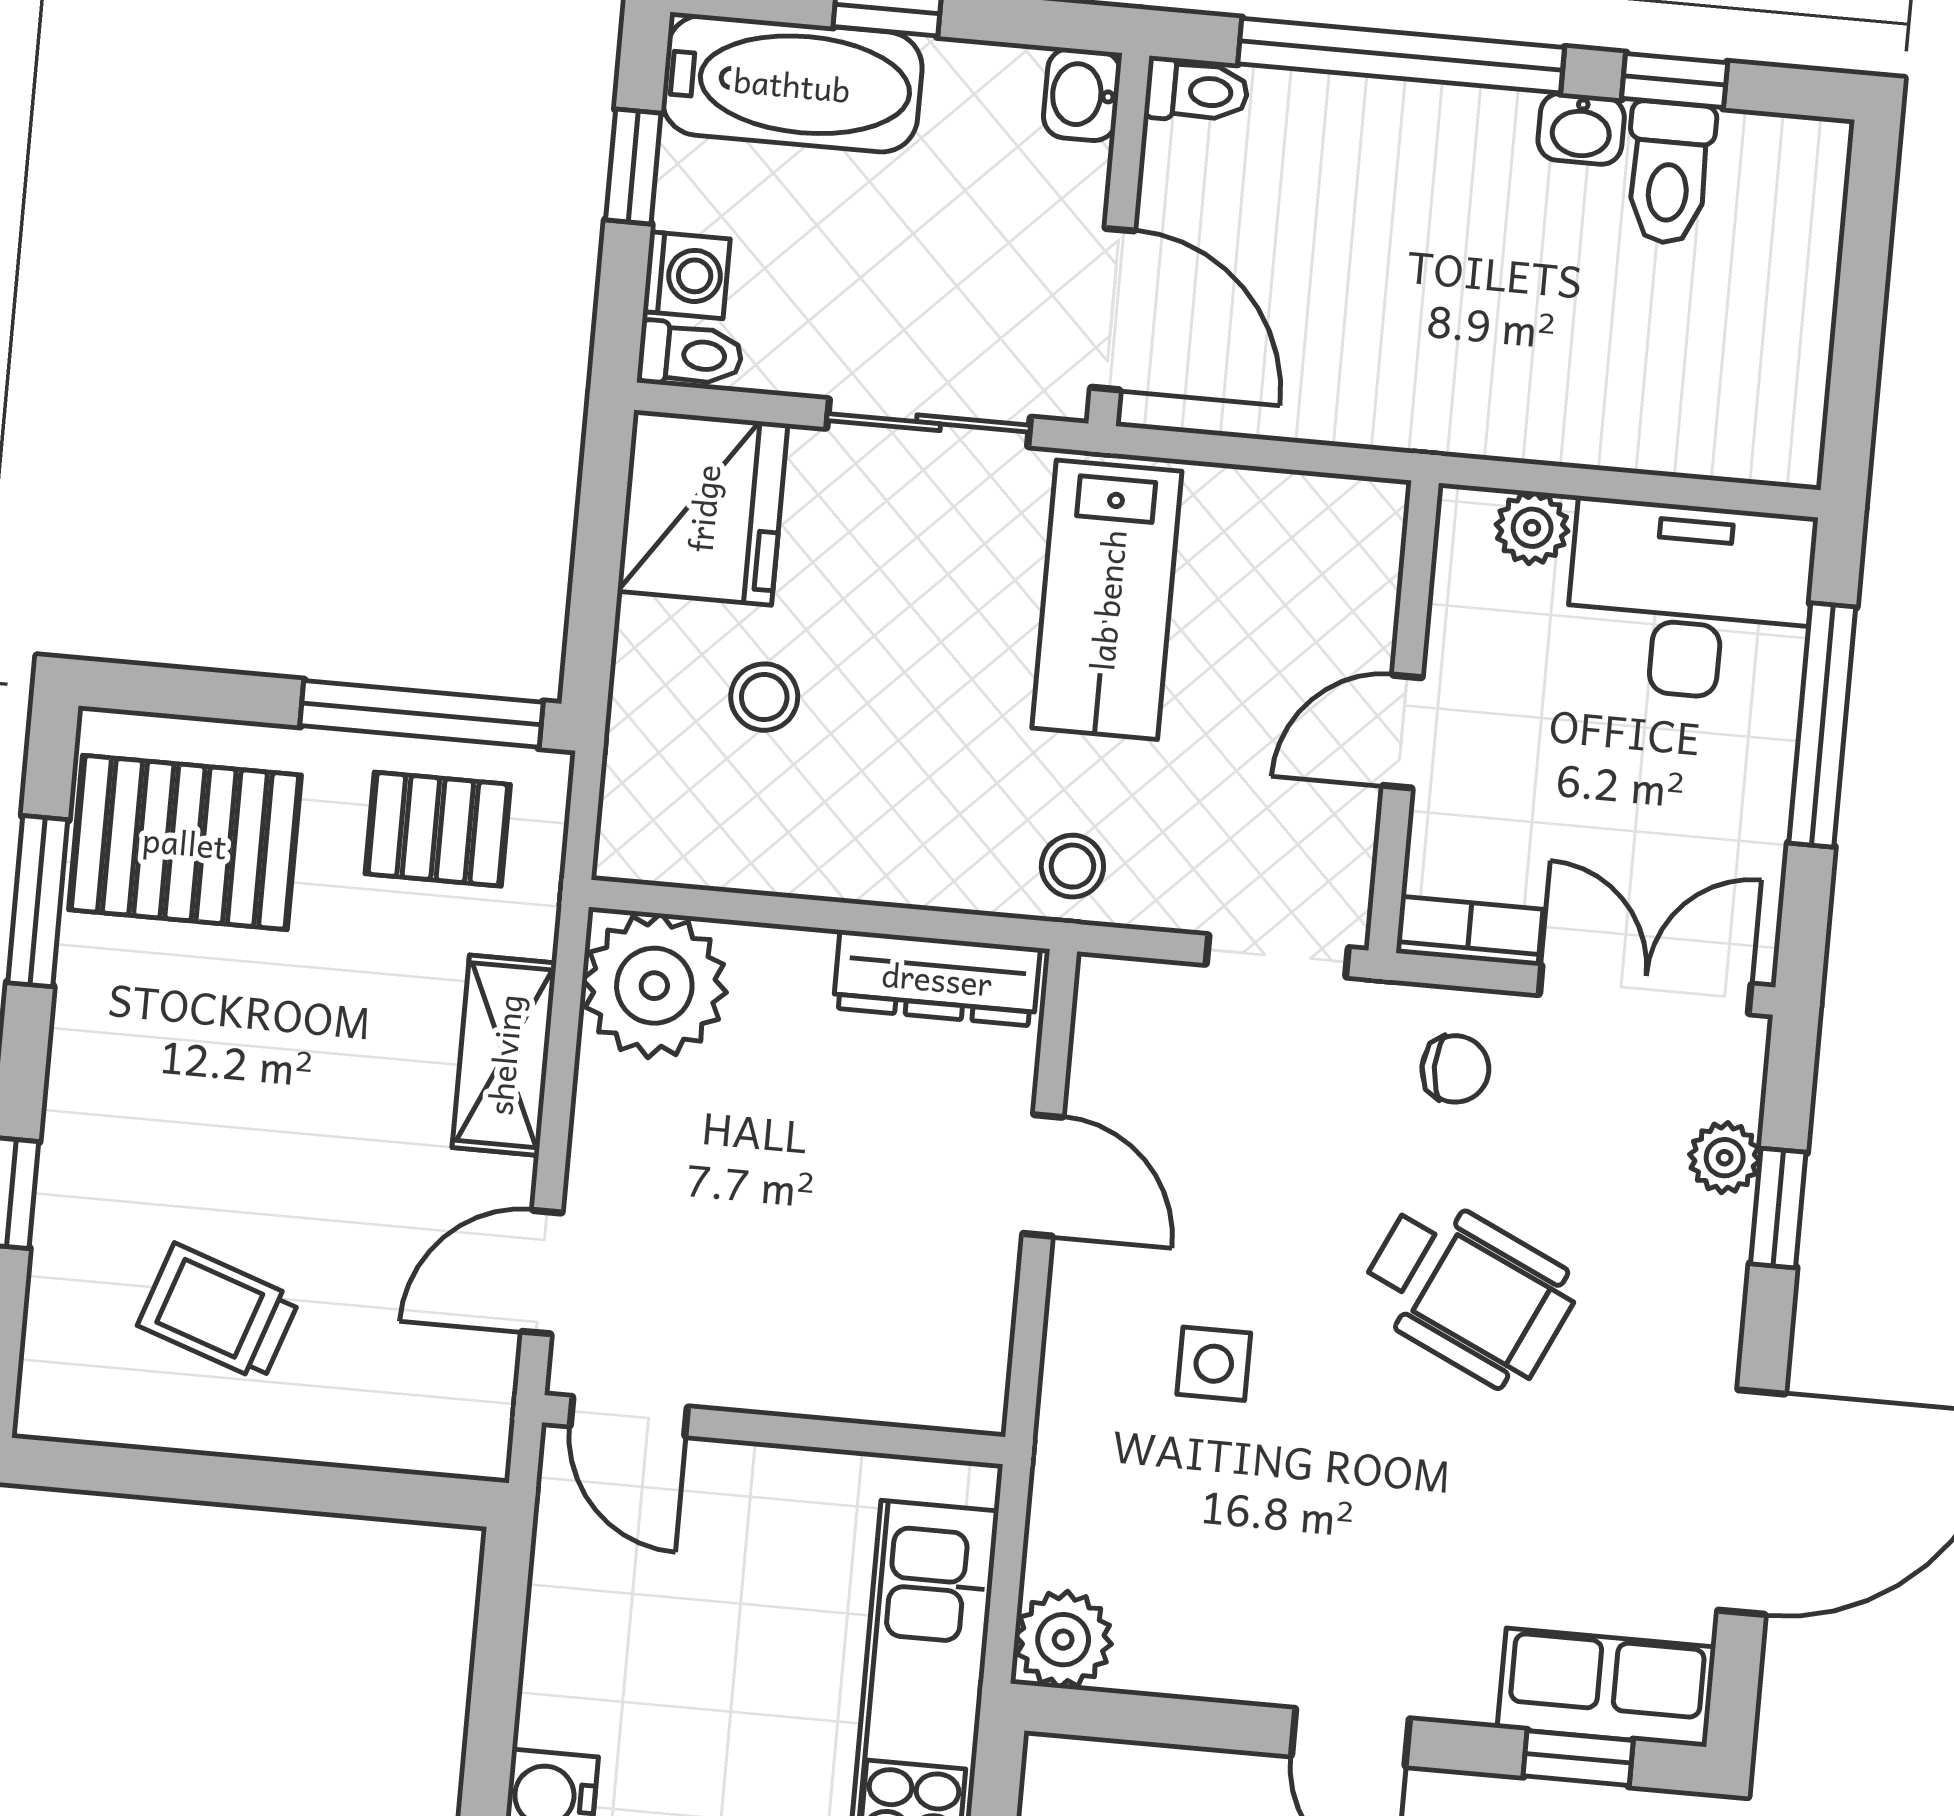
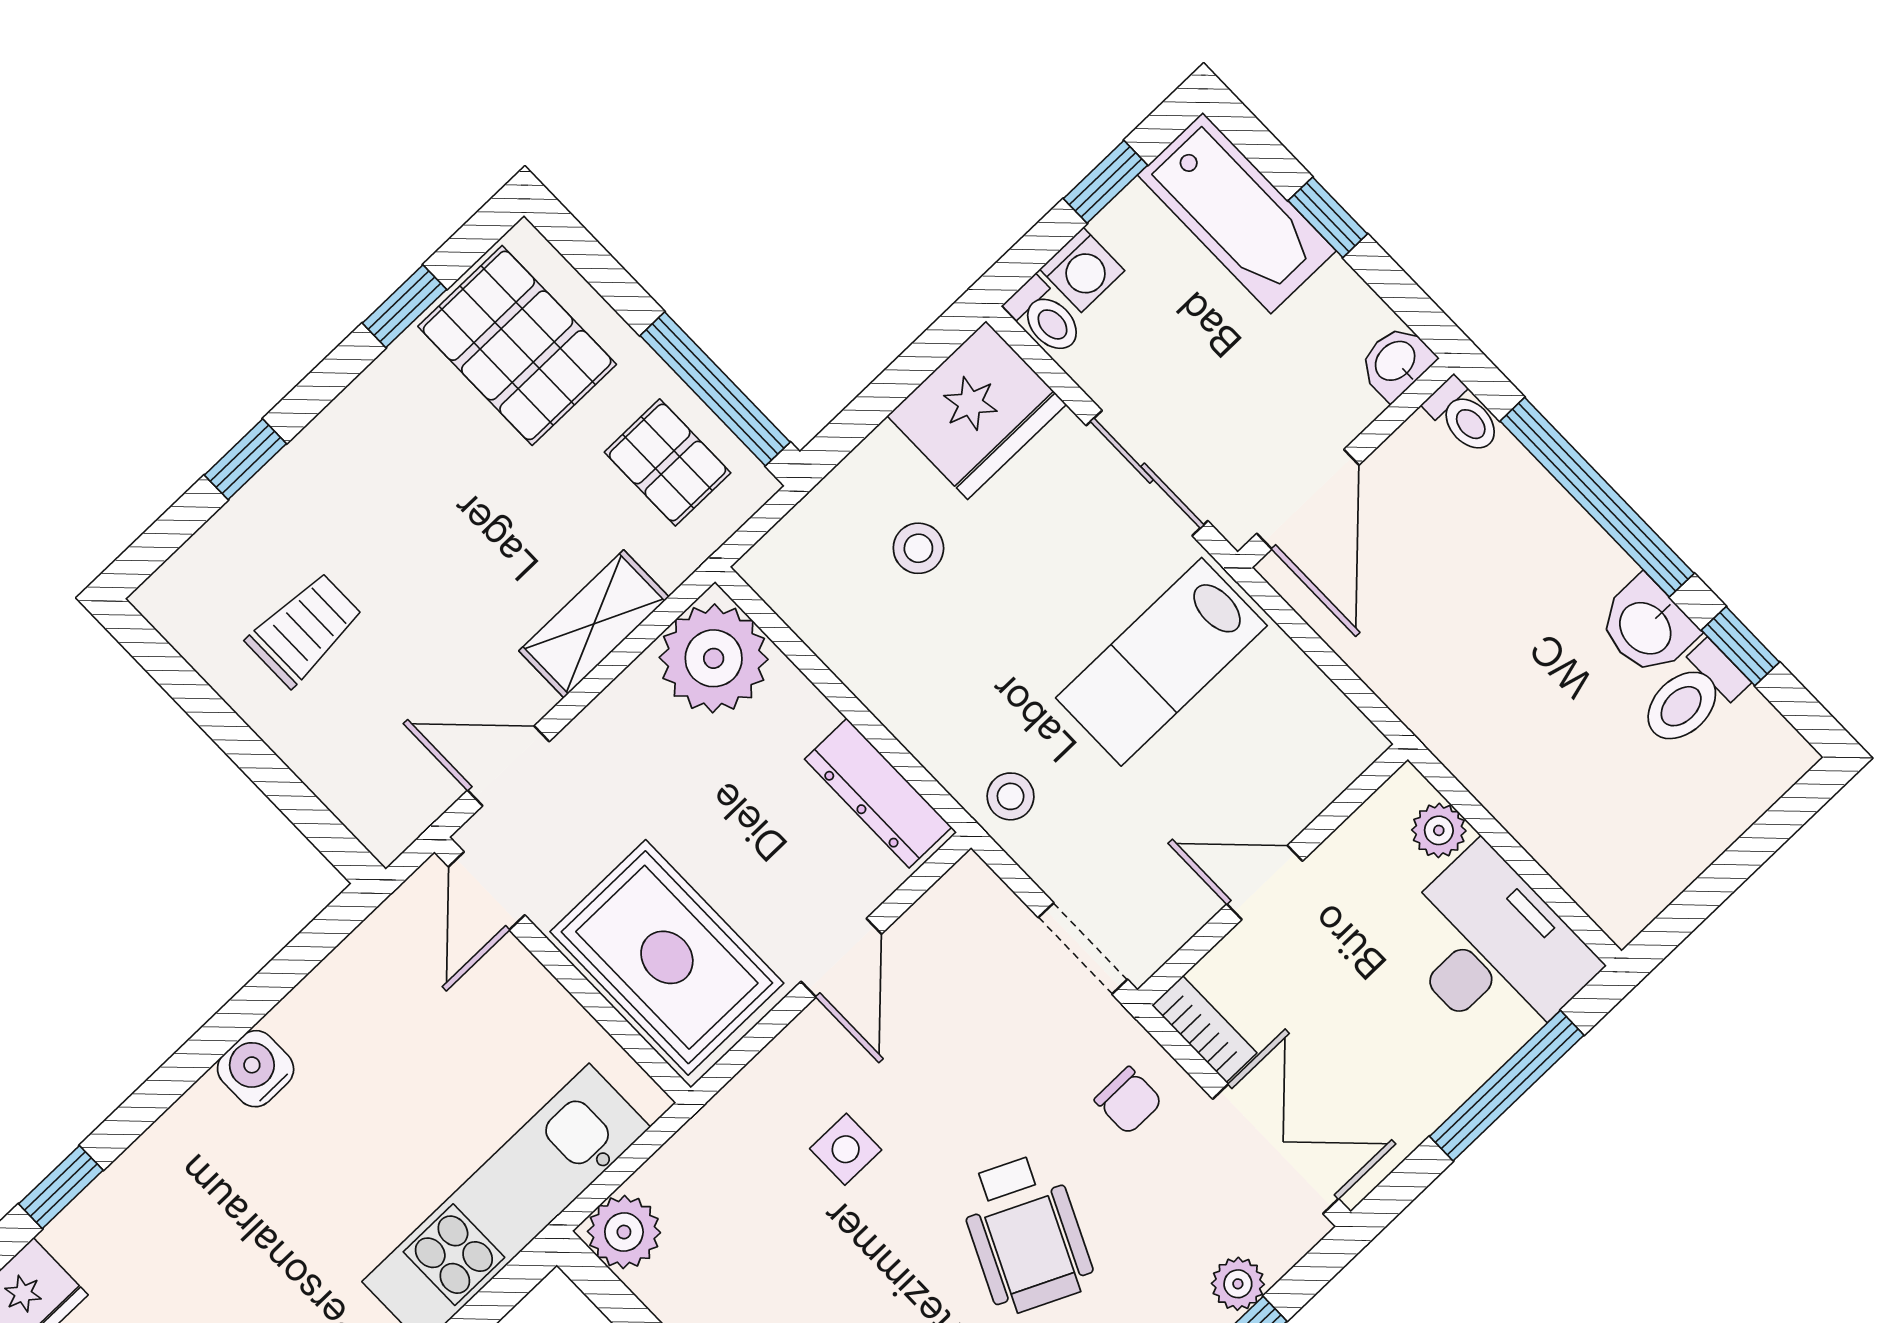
washbasin: (1581, 129) -> (1647, 627), width x1.38, depth x1.45
window: (38, 901) -> (404, 306), width x0.67
trolley: (219, 1312) -> (305, 629), turned 71
rug: (867, 1326) -> (667, 957), added

